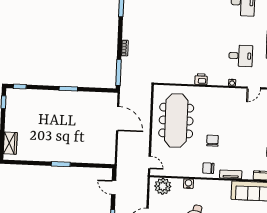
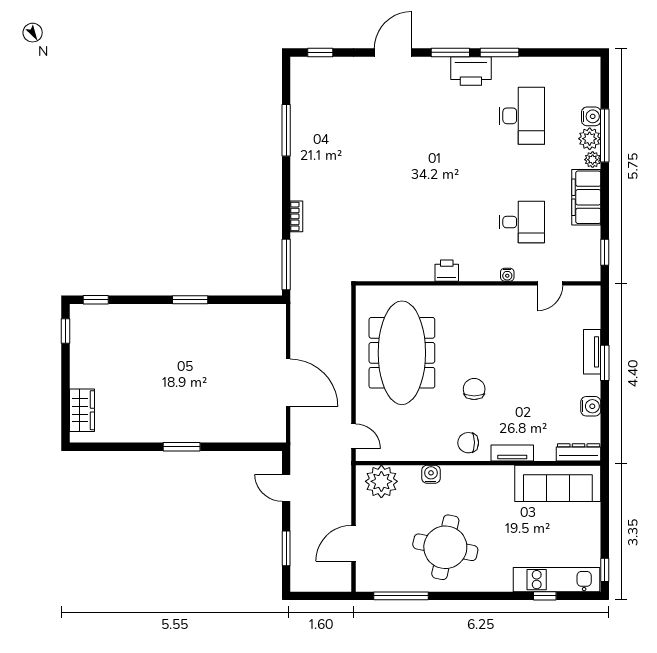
door: (118, 119) -> (288, 383), moved

